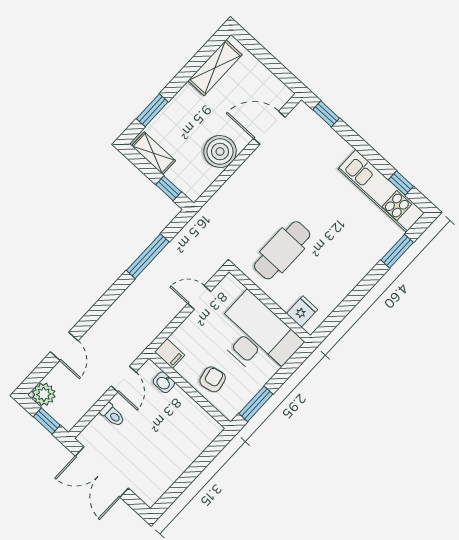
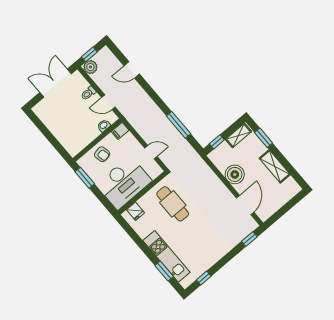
shelving: (215, 68) -> (275, 166), moved
kitchen unit: (381, 191) -> (166, 256), moved, turned 90
door: (199, 297) -> (151, 152), hinge flipped
plant: (44, 394) -> (90, 67), moved

